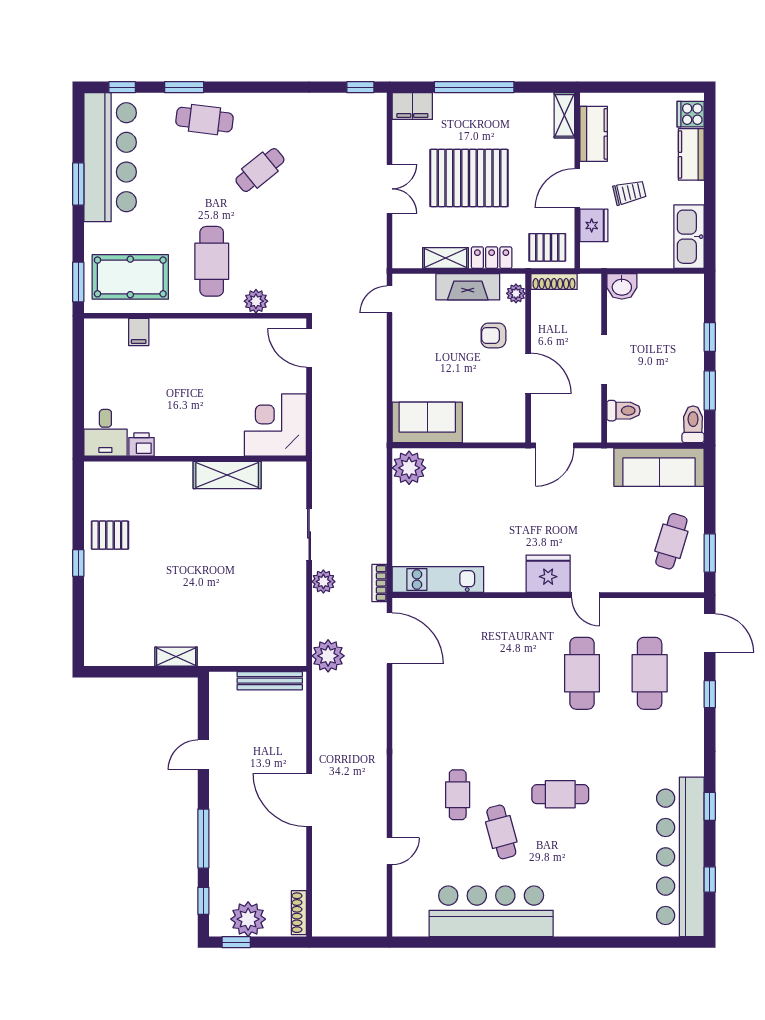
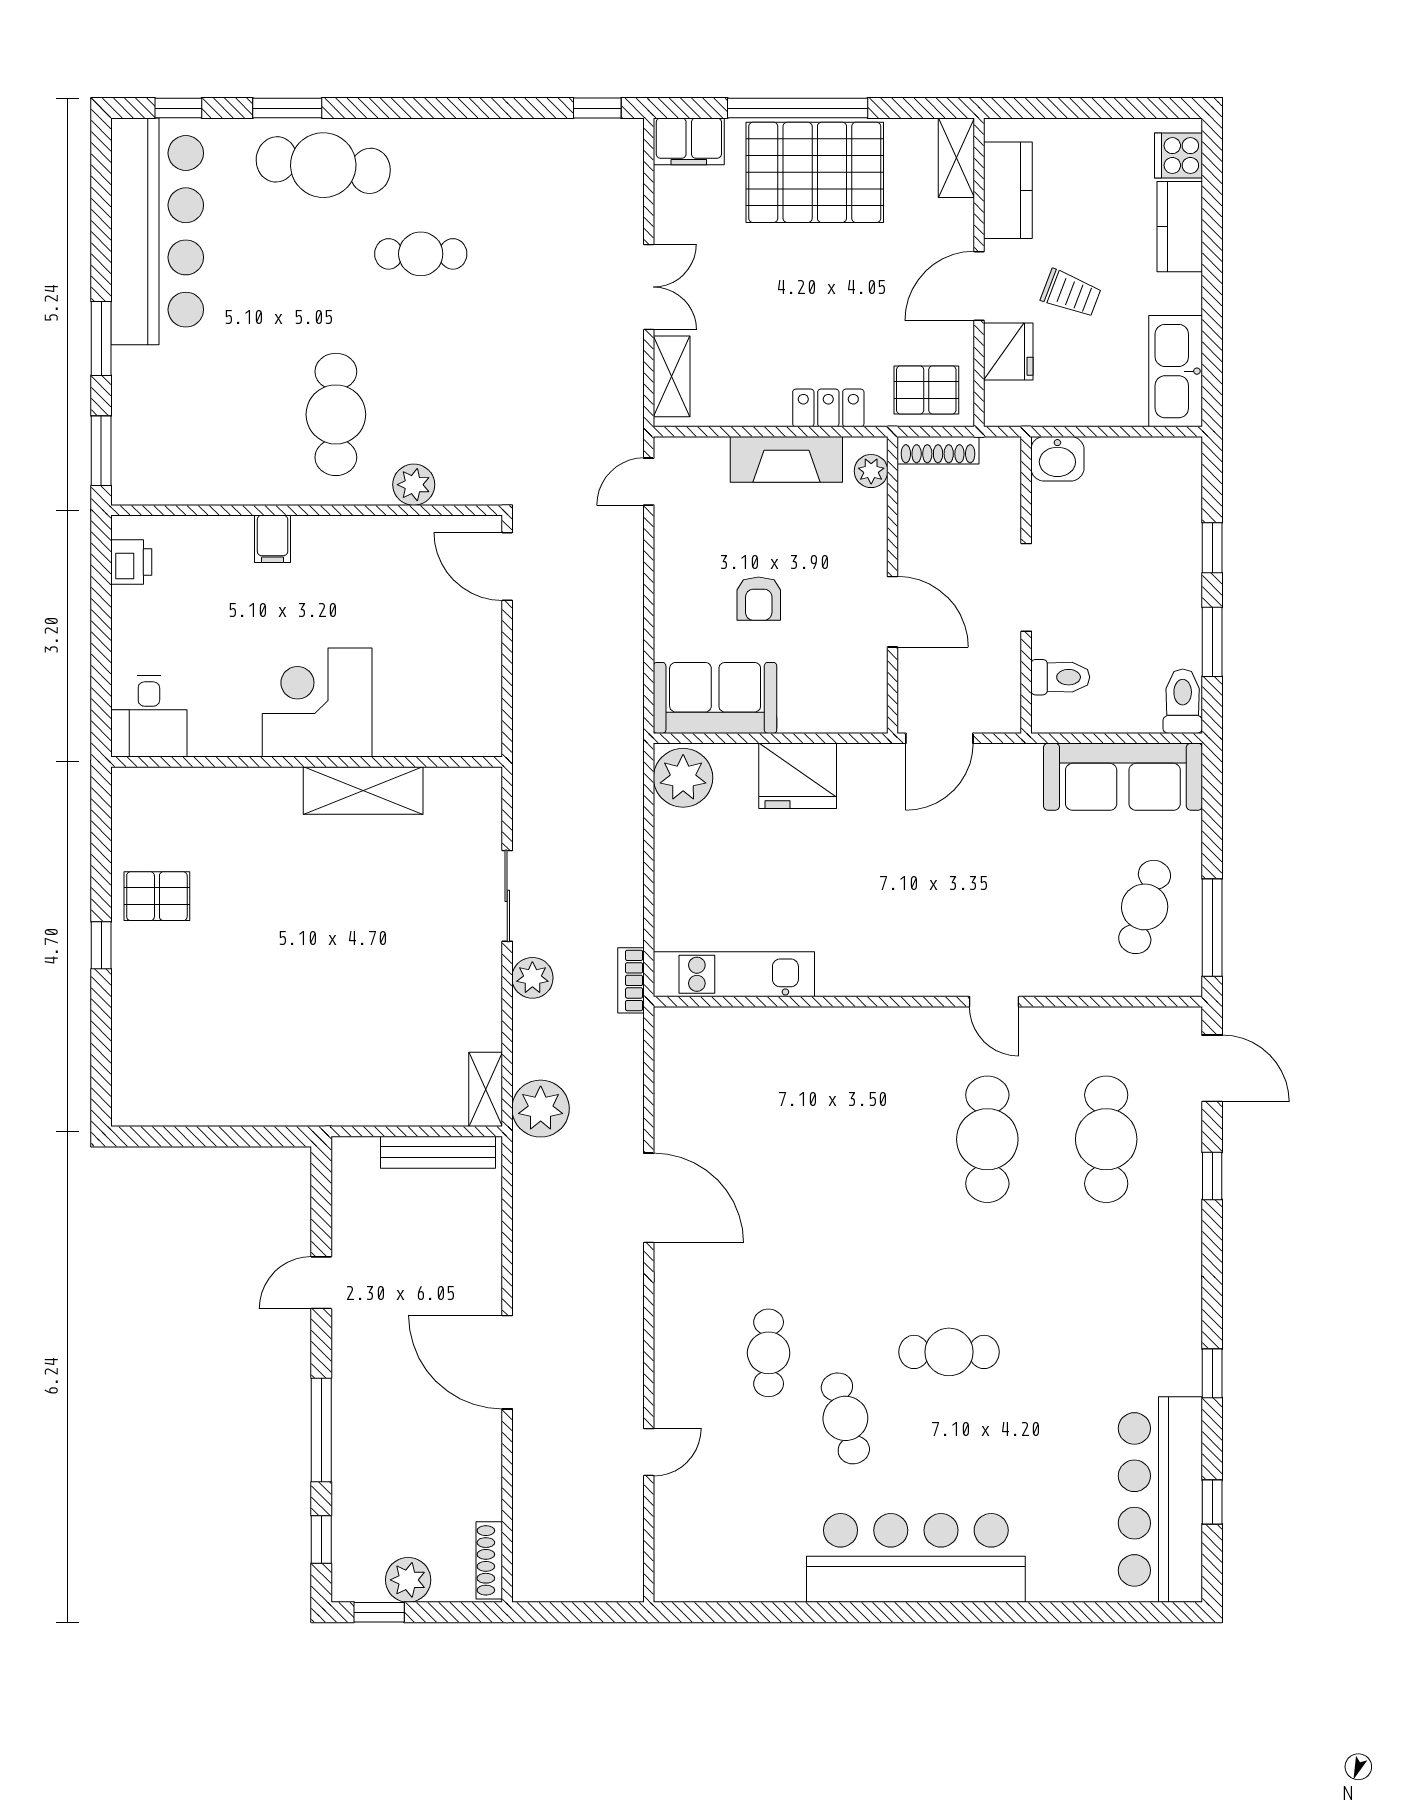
cafe table: (205, 120) -> (323, 165), width x1.37, depth x1.35
cafe table: (260, 170) -> (421, 254), turned 39
pallet: (469, 178) -> (815, 172), moved
window: (78, 184) -> (101, 338), moved
trolley: (629, 192) -> (1071, 293), turned 34
shelving: (446, 258) -> (672, 376), moved, turned 90
pool table: (130, 277) -> (193, 442), removed
filing cabinet: (139, 332) -> (273, 539), moved
armchair: (493, 335) -> (759, 599), moved, turned -90
corner desk: (275, 425) -> (317, 702), moved
printer: (141, 445) -> (131, 562), moved, turned 90
window: (710, 553) -> (1212, 928), width x1.44
fridge: (548, 574) -> (798, 776), moved, turned 180
door: (390, 638) -> (649, 1198), moved
shelving: (176, 657) -> (486, 1089), moved, turned 90
bar counter: (680, 857) -> (1160, 1499), width x0.73
bar counter: (491, 911) -> (916, 1558), moved
plant: (248, 919) -> (408, 1580), width x0.73, depth x0.73

